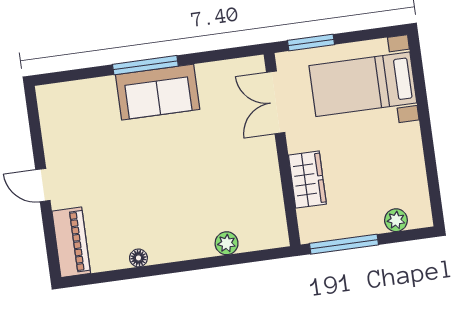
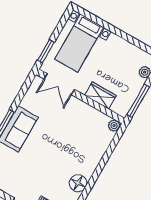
plant: (227, 243) -> (114, 126), moved
floor lamp: (138, 258) -> (78, 183), width x1.89, depth x1.89

